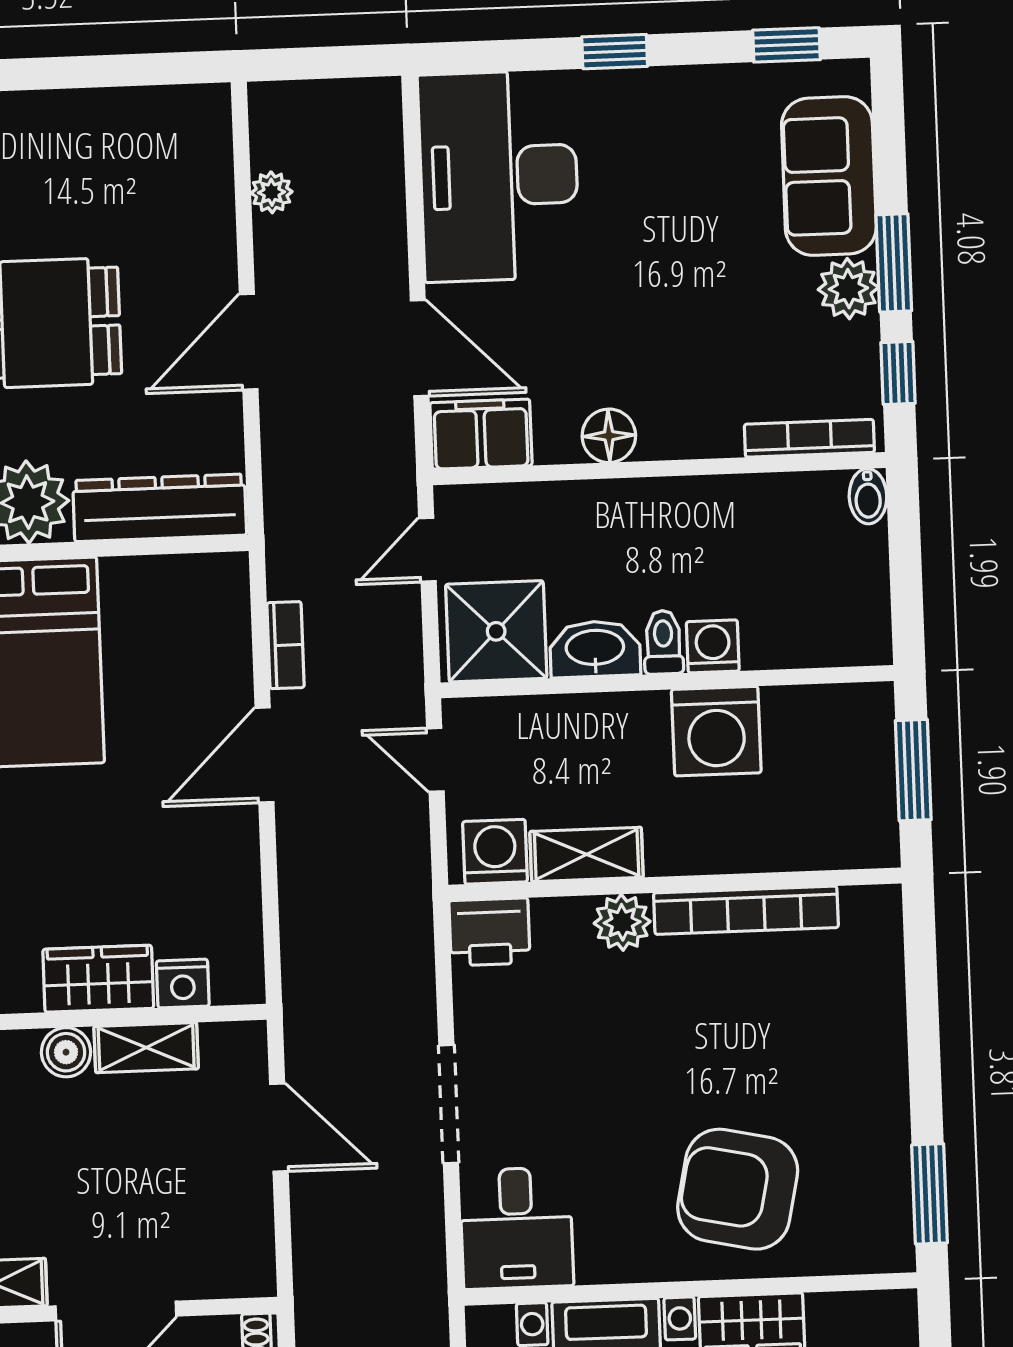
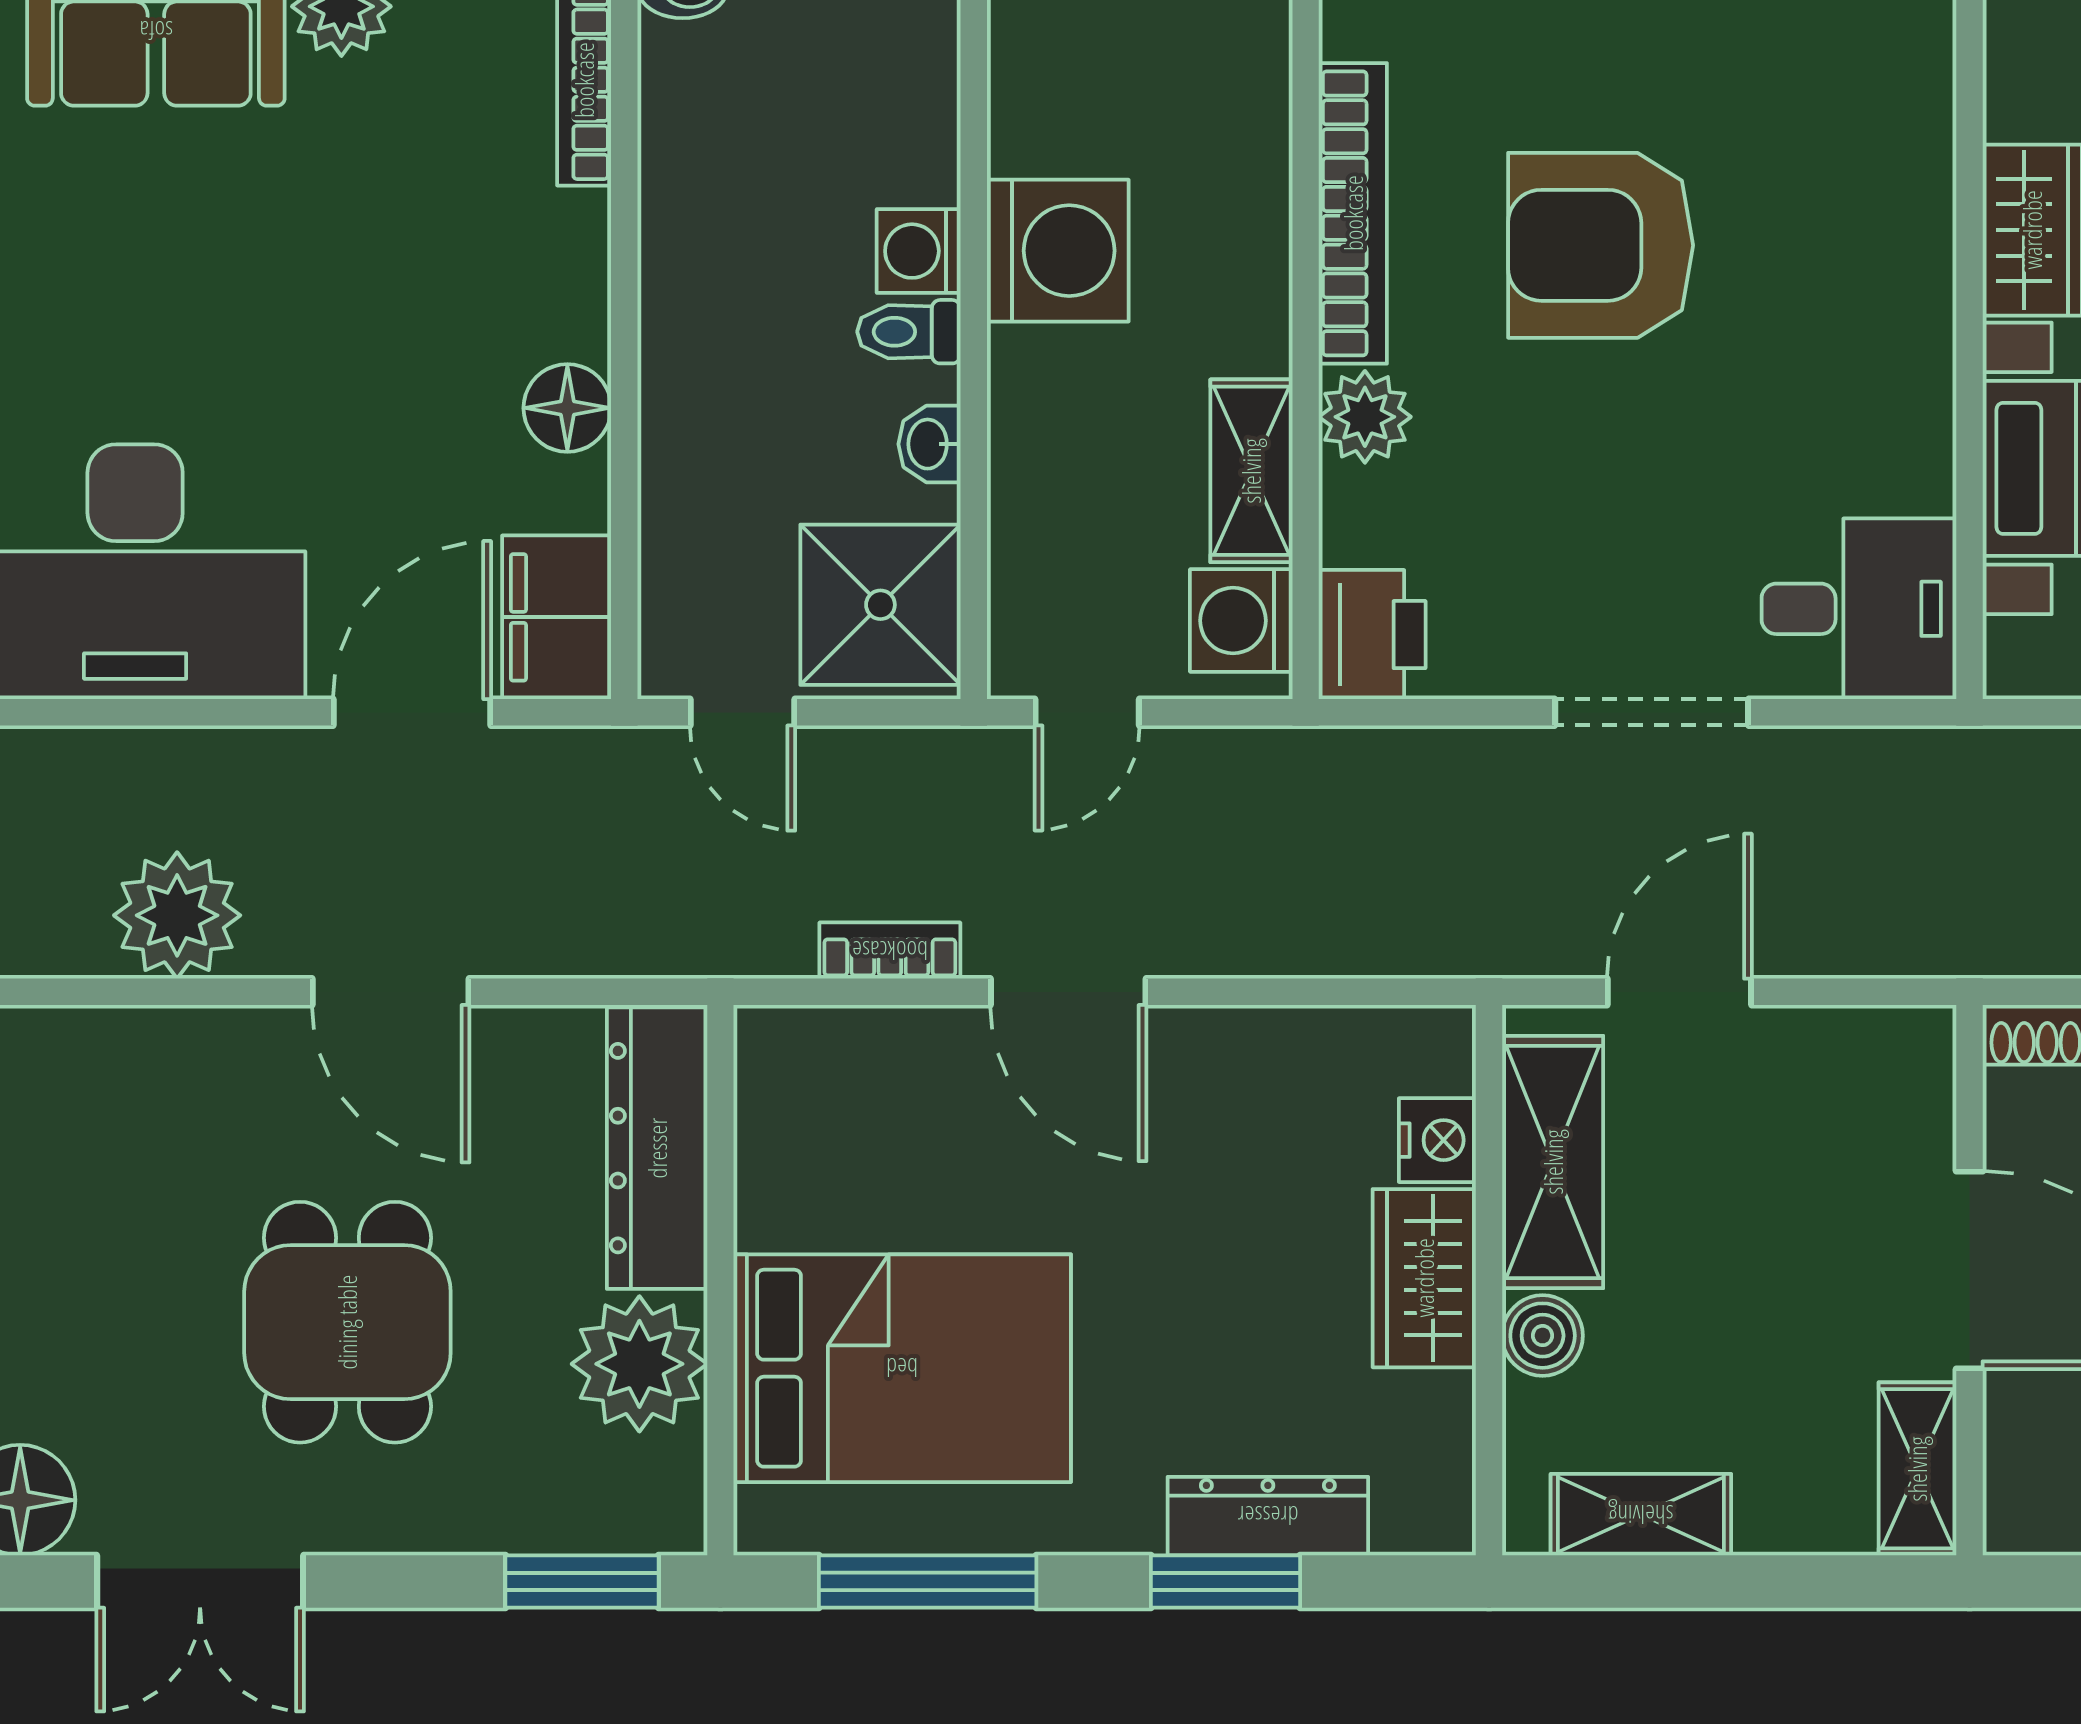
plant: (272, 192) -> (177, 915), width x1.88, depth x1.88
washbasin: (595, 649) -> (930, 444), width x0.52, depth x0.69
shelving: (146, 1048) -> (1553, 1162), width x1.50, depth x1.33
armchair: (738, 1189) -> (1601, 245), moved, turned 78

